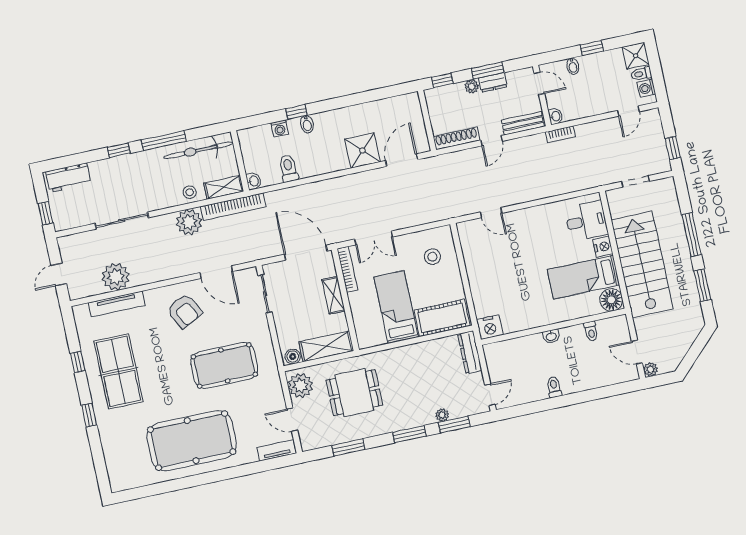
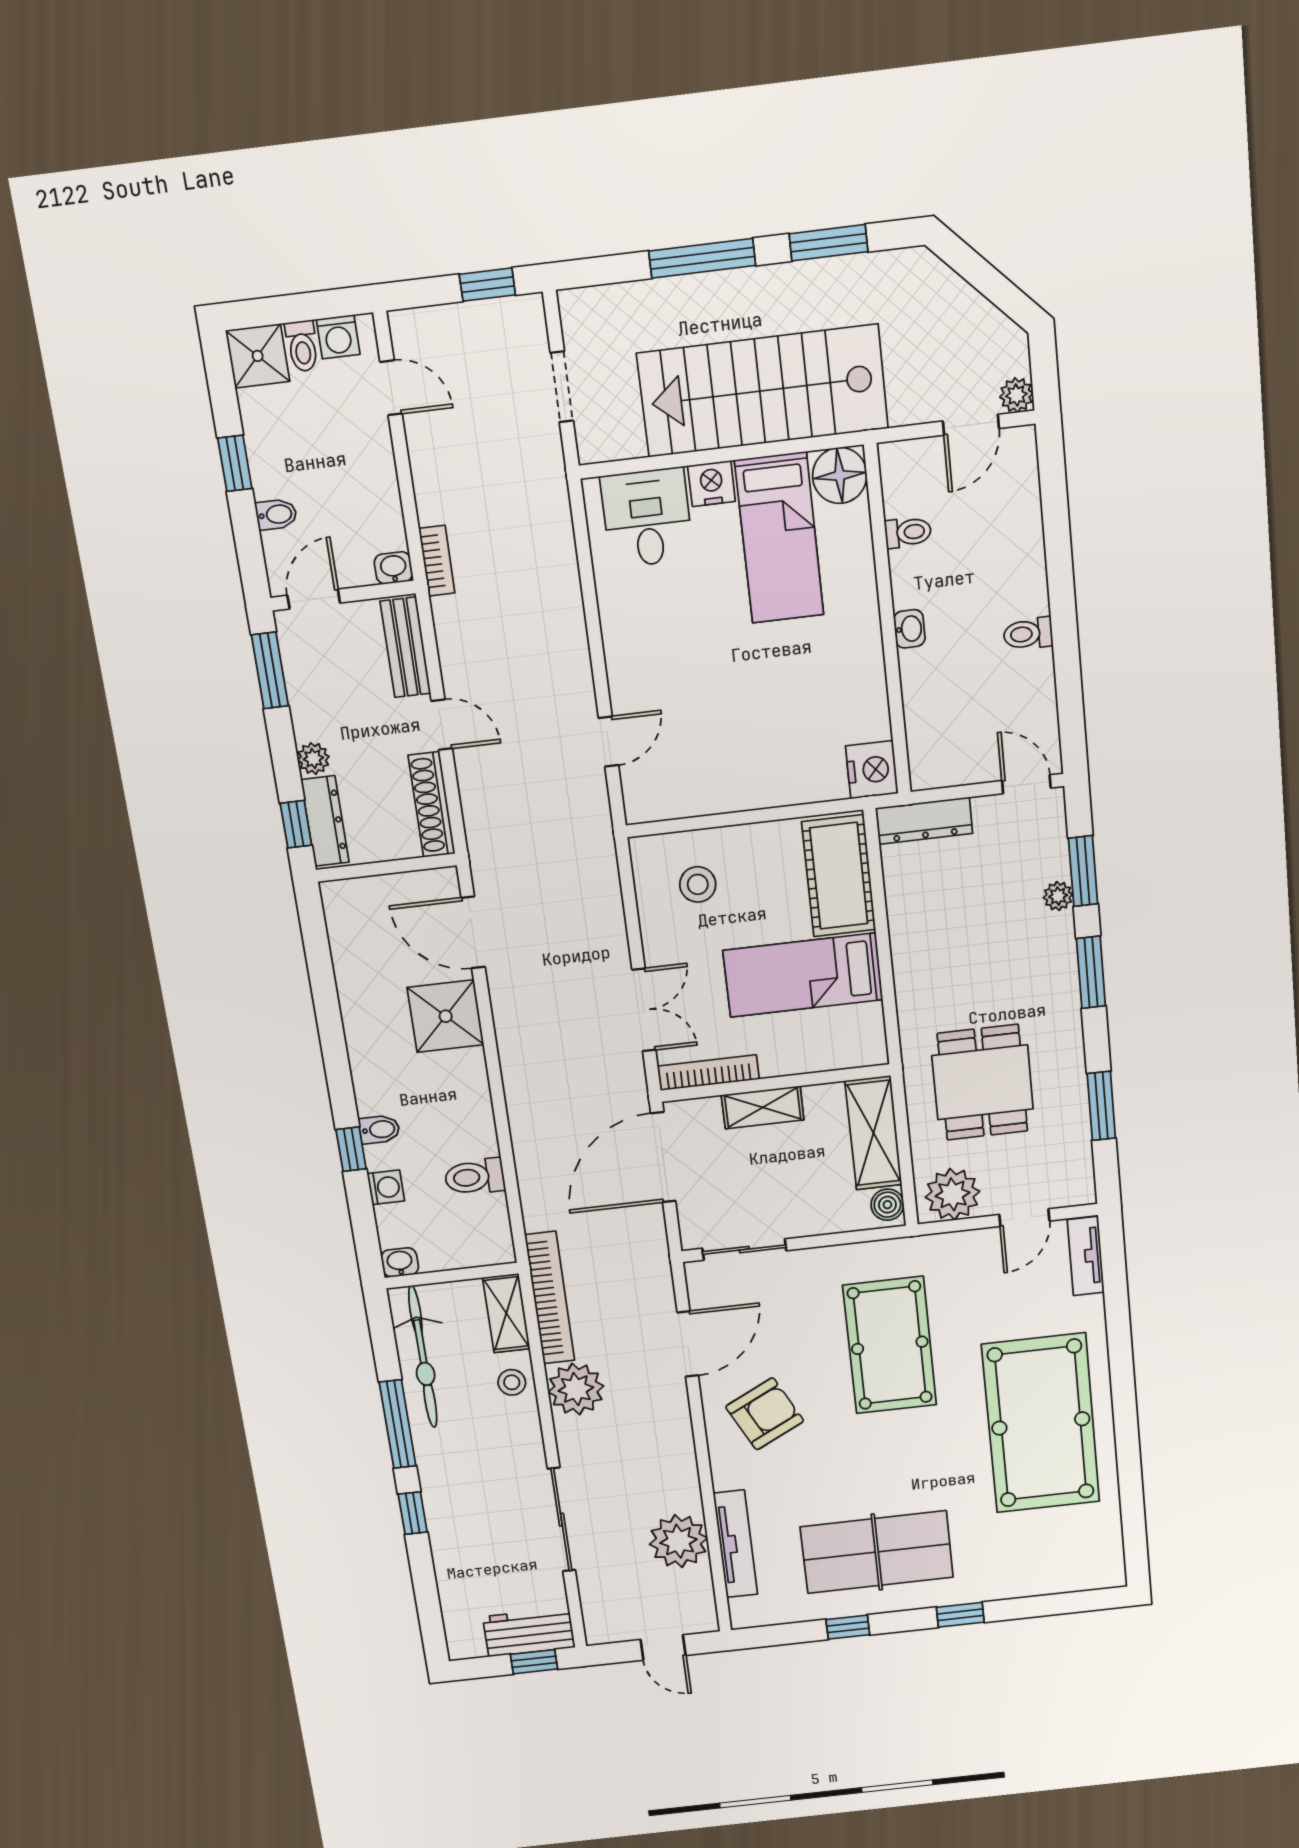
window: (488, 71) -> (270, 670), moved
dresser: (493, 82) -> (325, 821), moved, width x1.44
workbench: (68, 178) -> (529, 1632), moved, turned -90
washbasin: (254, 181) -> (400, 1262), moved

